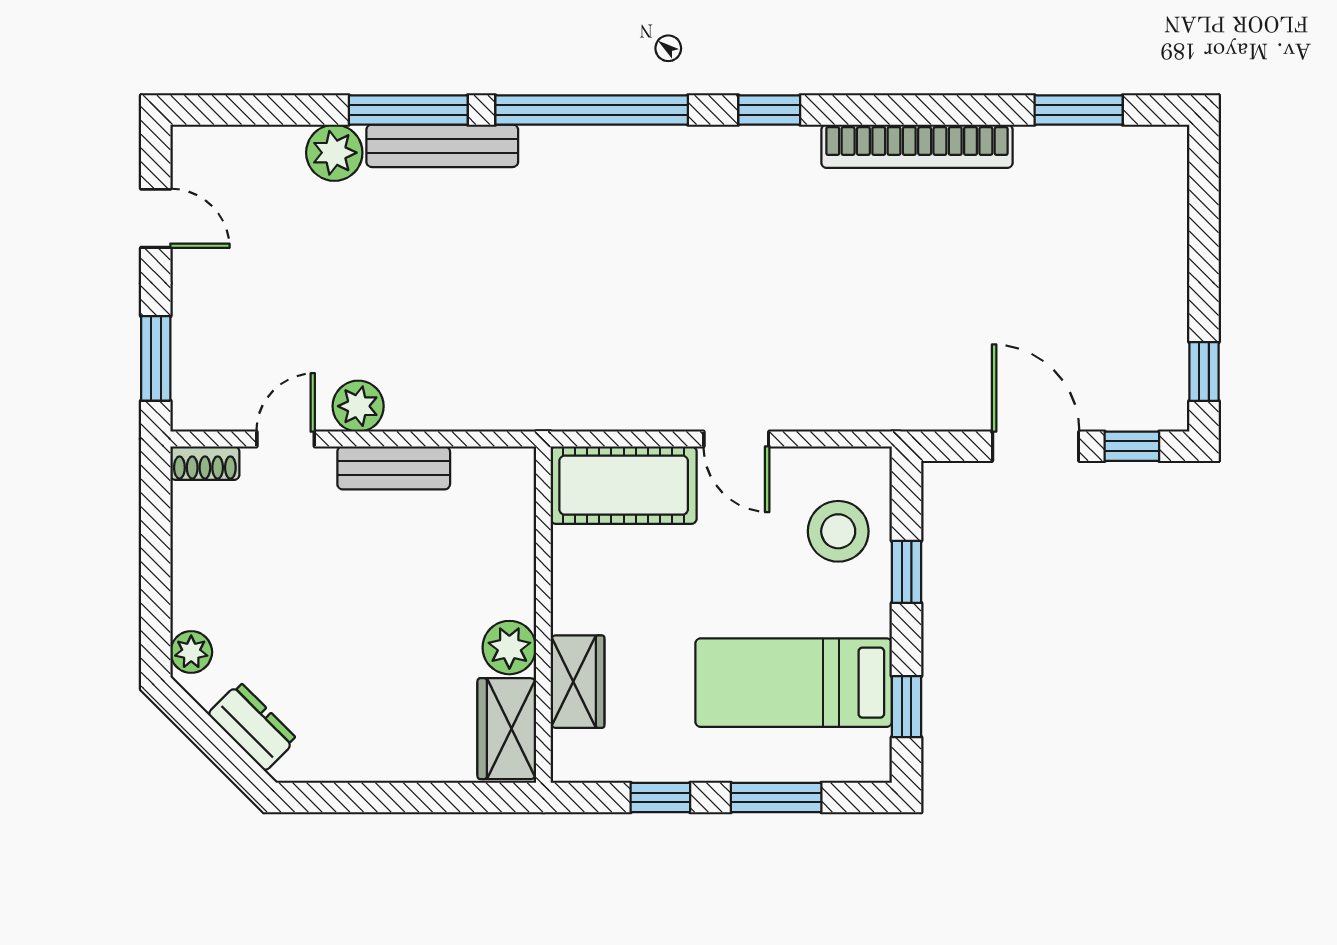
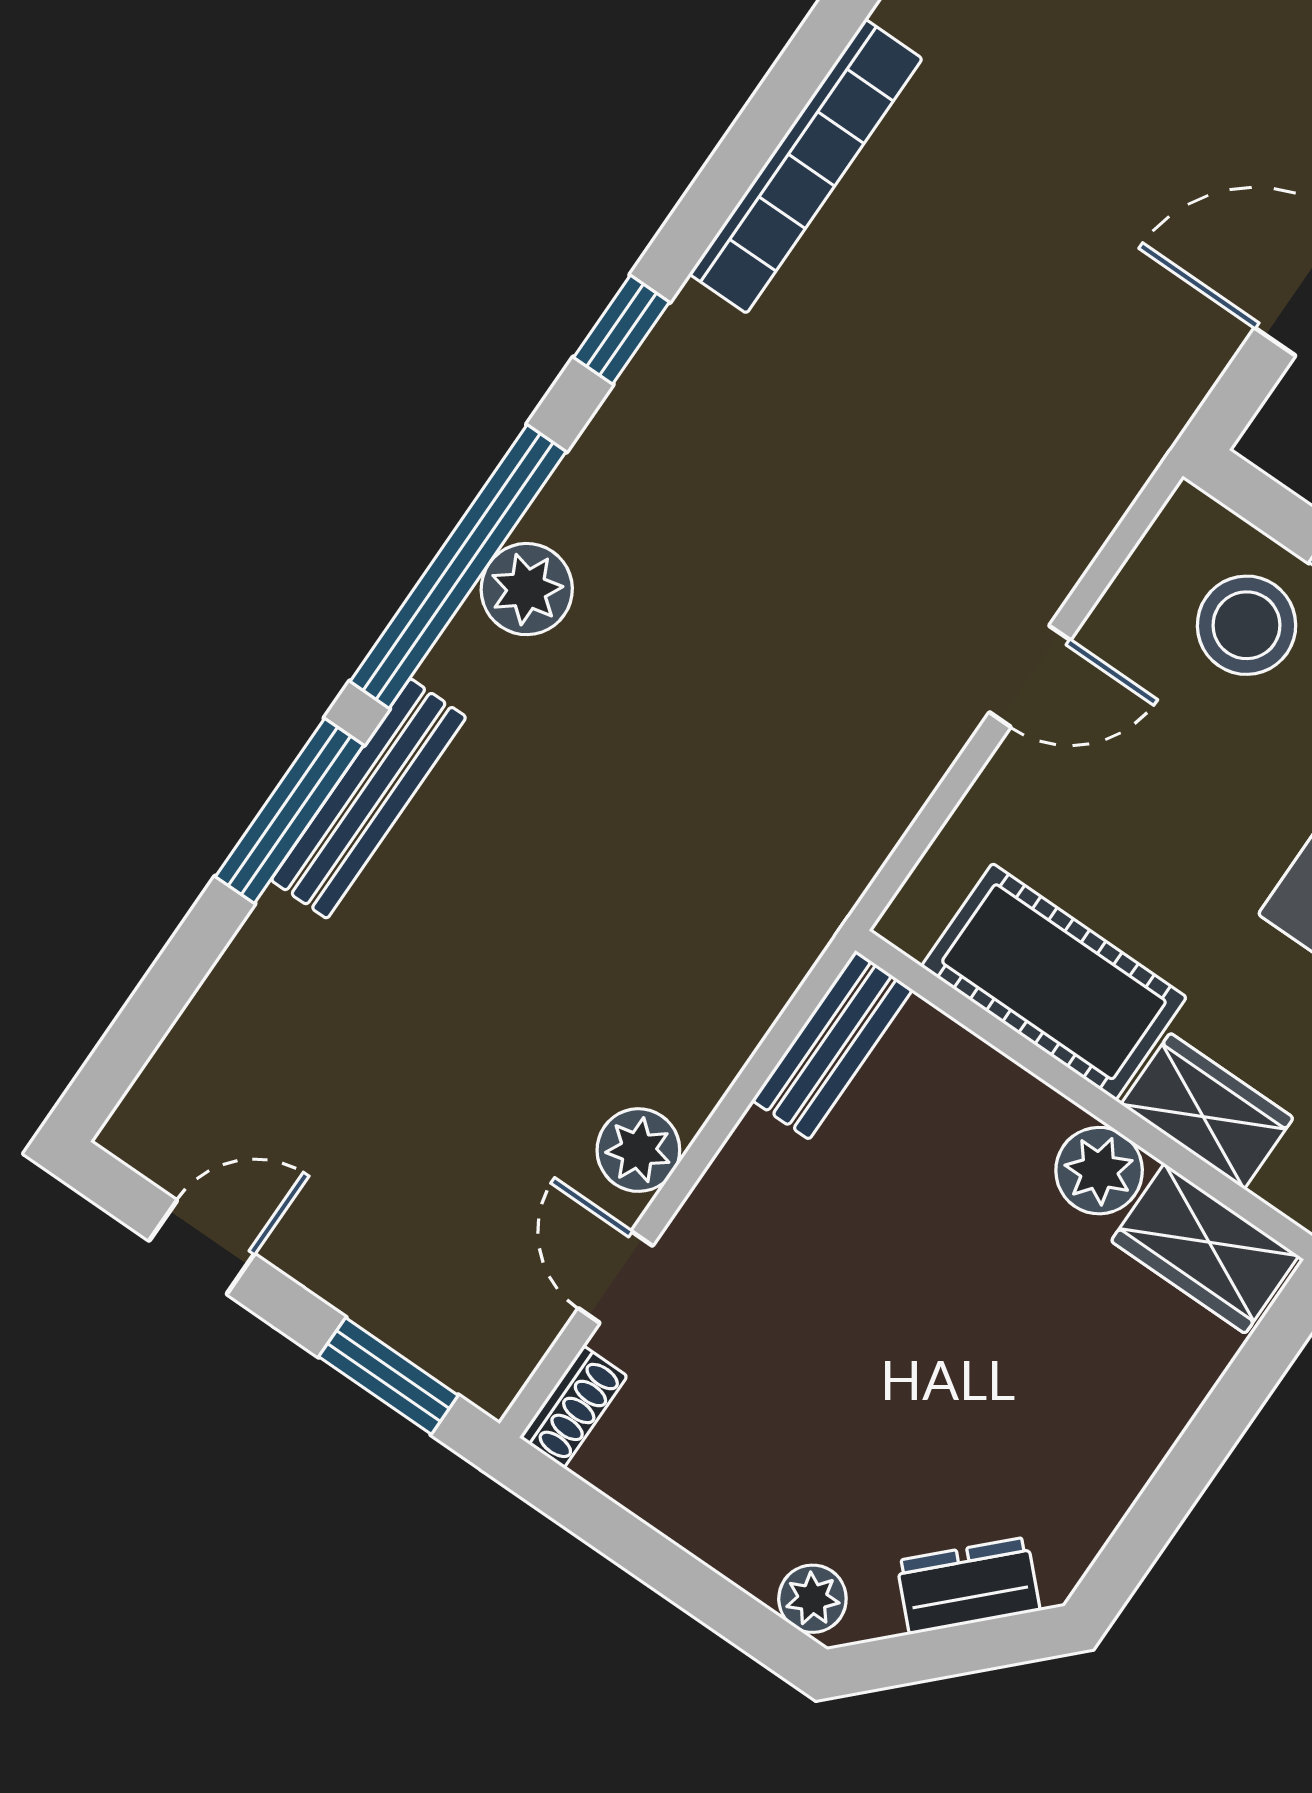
plant: (334, 153) -> (527, 589), moved
bench: (394, 468) -> (832, 1045), moved
cot: (624, 485) -> (1054, 982), moved, turned 90

